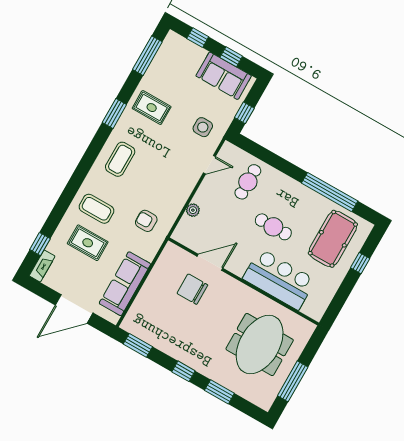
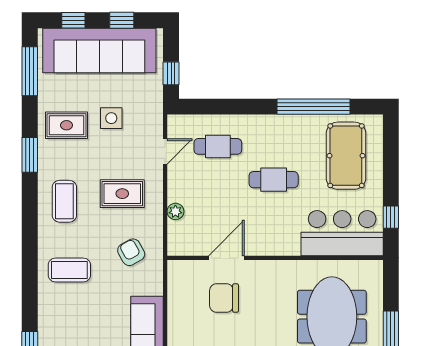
sofa: (224, 76) -> (99, 51), width x1.85, depth x1.27
side table: (203, 127) -> (111, 118), moved
cafe table: (248, 182) -> (218, 146), turned 90
armchair: (146, 221) -> (131, 252), turned 61
rug: (88, 243) -> (122, 194), moved
window: (360, 263) -> (391, 217), moved
bar counter: (279, 279) -> (342, 233), moved

